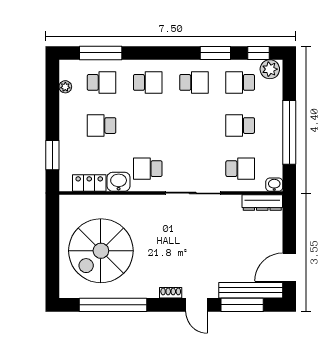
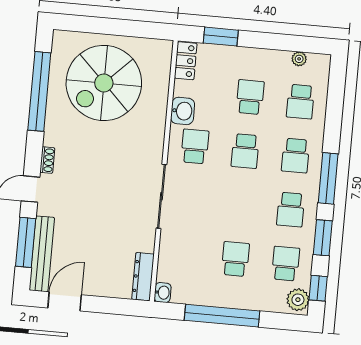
window: (101, 53) -> (328, 178), moved
school desk: (240, 169) -> (245, 151), moved
locker: (89, 183) -> (186, 61), moved
spiral stairs: (101, 251) -> (104, 83), turned -90
door: (289, 267) -> (65, 301), hinge flipped

